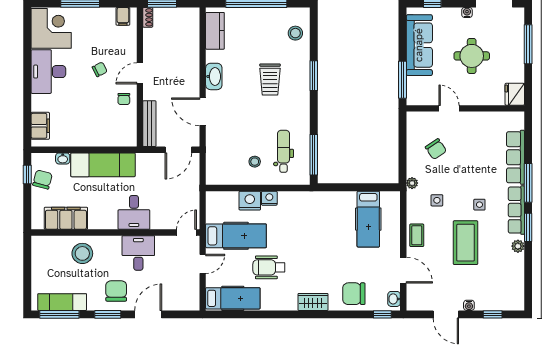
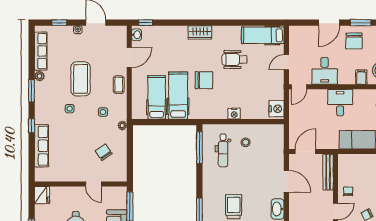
window: (528, 183) -> (32, 126), width x0.46
nightstand: (250, 201) -> (277, 109), moved, turned -90
row of seats: (516, 210) -> (41, 51), moved
hospital bed: (236, 236) -> (178, 96), moved, turned 90
filing cabinet: (107, 245) -> (361, 77), added
desk: (138, 253) -> (325, 71), moved
wheelchair: (269, 267) -> (234, 60), turned 180
door: (403, 270) -> (129, 57), swing flipped
chair: (354, 294) -> (204, 80), moved

